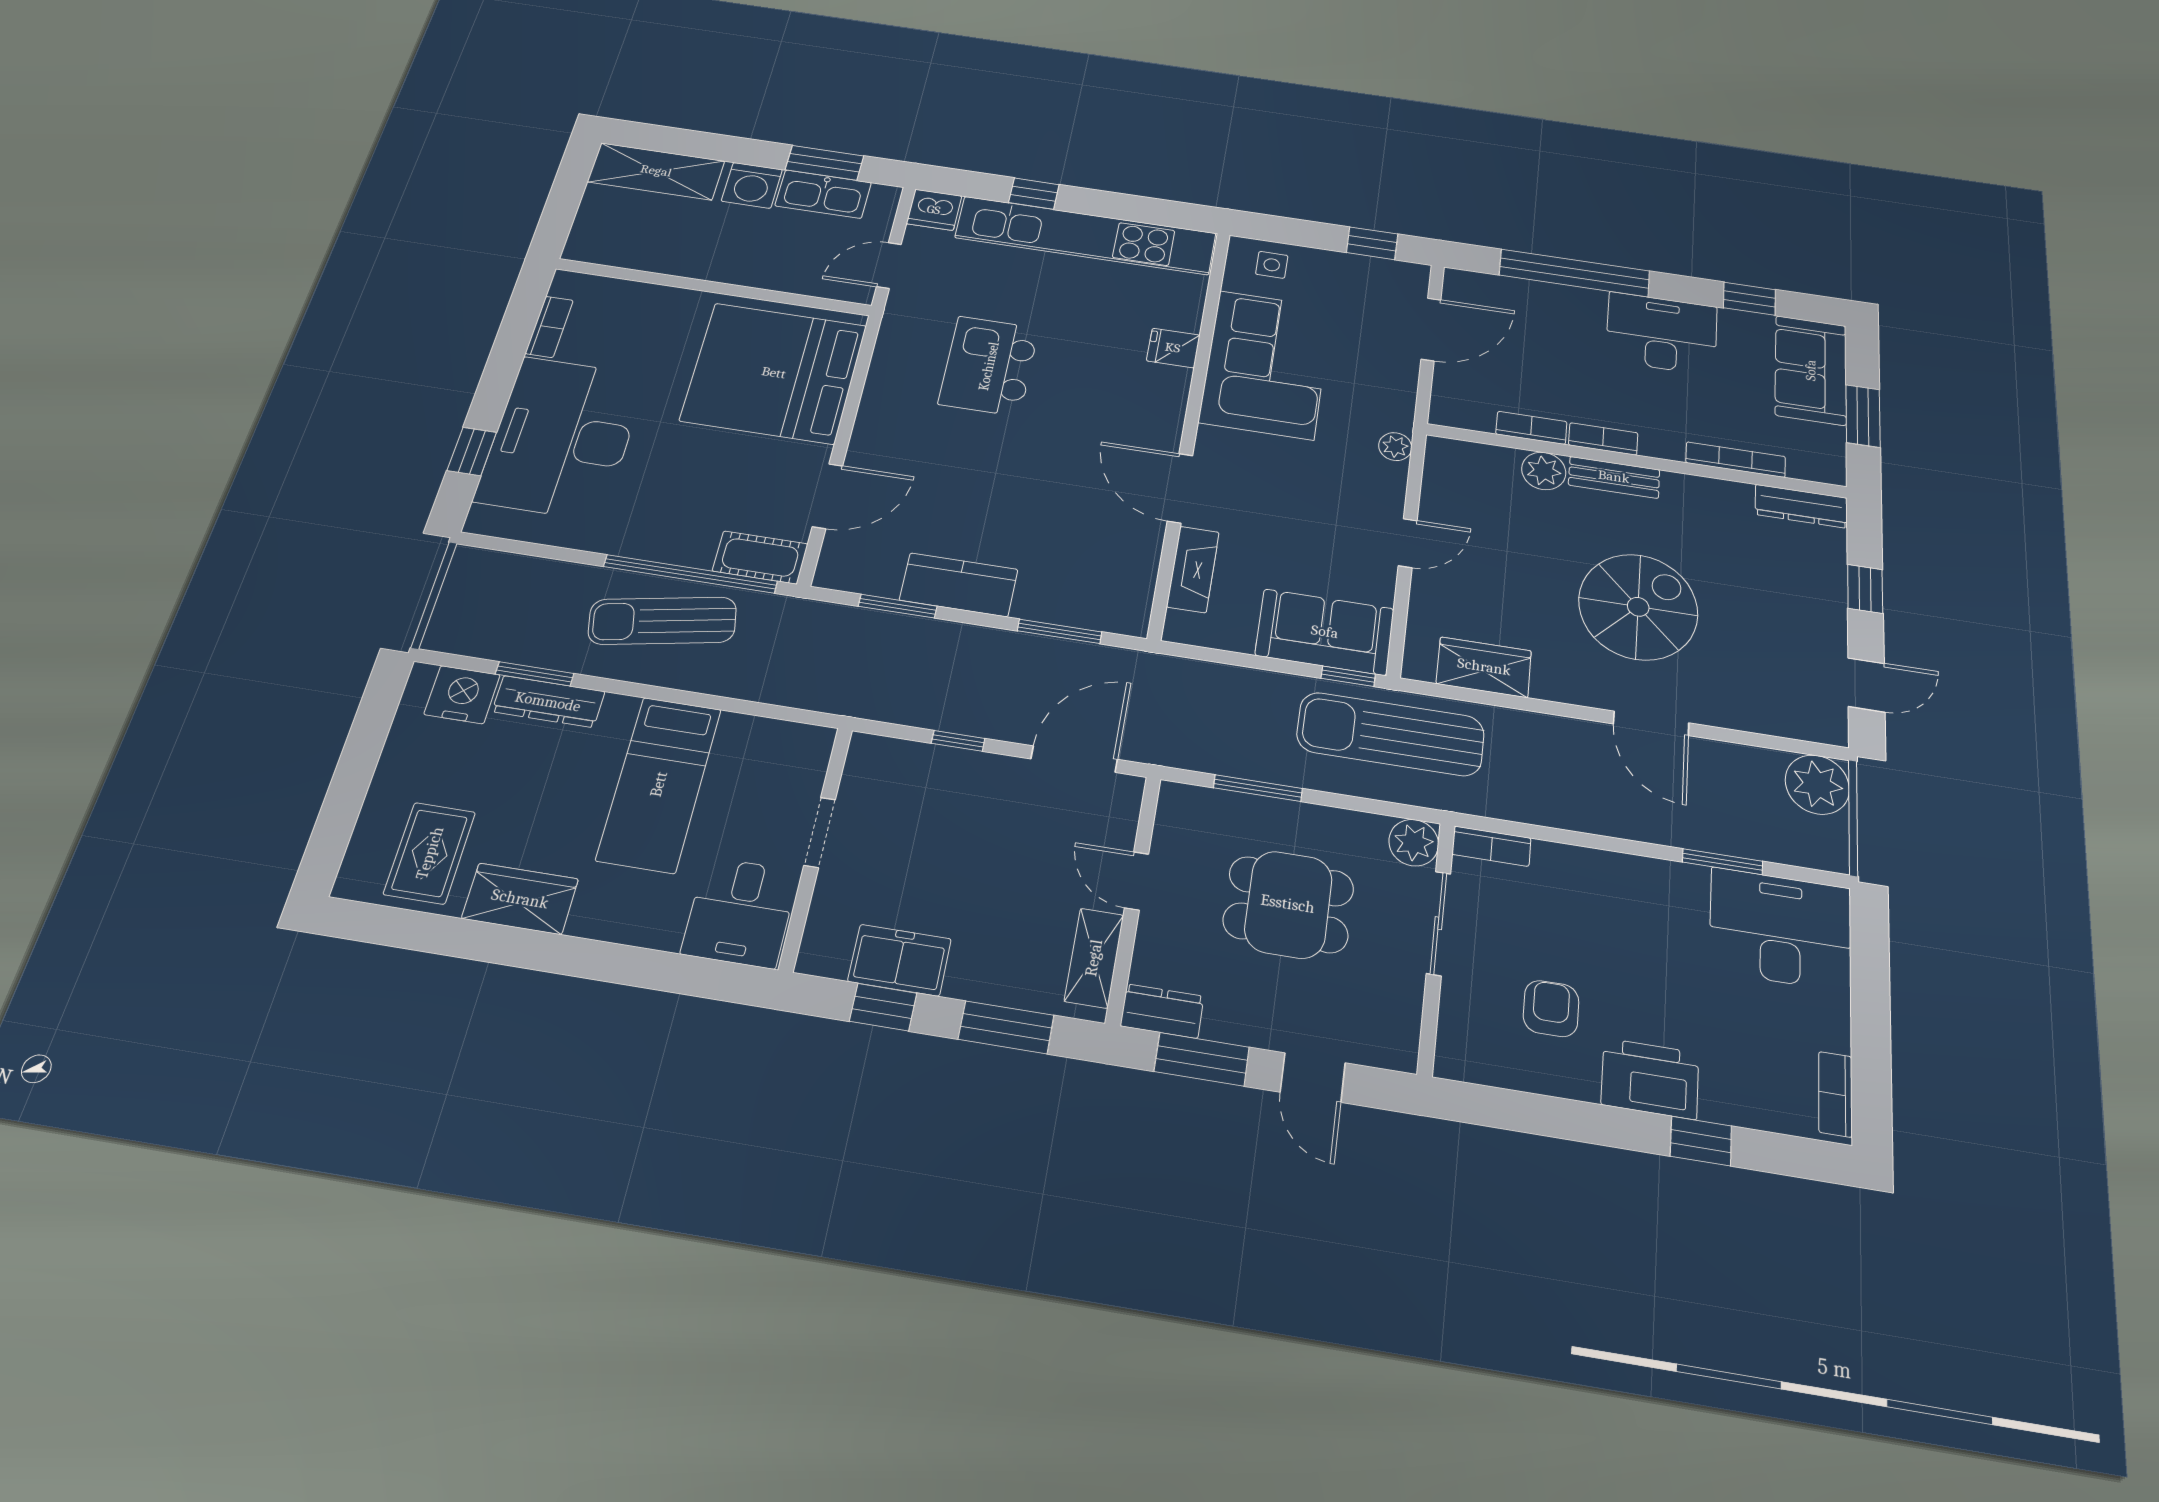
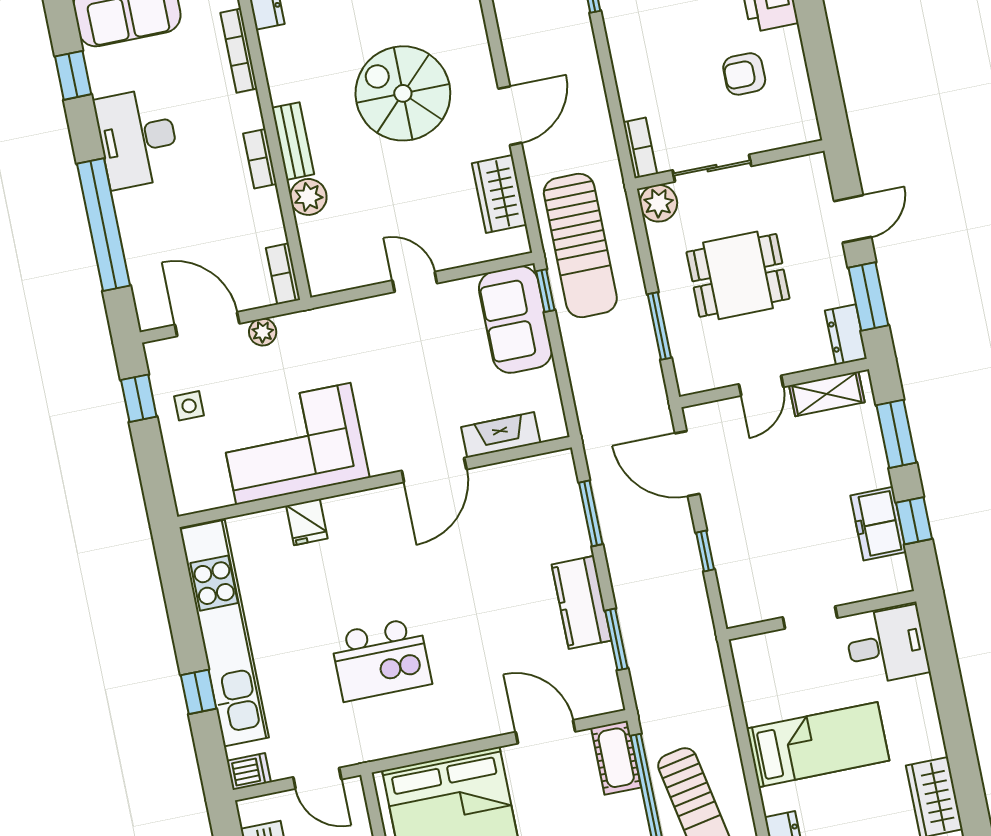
dishwasher: (934, 210) -> (249, 771), width x0.73
side table: (1272, 265) -> (189, 406), moved
bookcase: (1531, 428) -> (283, 274), moved
plant: (1395, 447) -> (263, 332), moved
door: (1651, 723) -> (510, 116), moved
dining table: (1288, 904) -> (738, 275), turned 90

